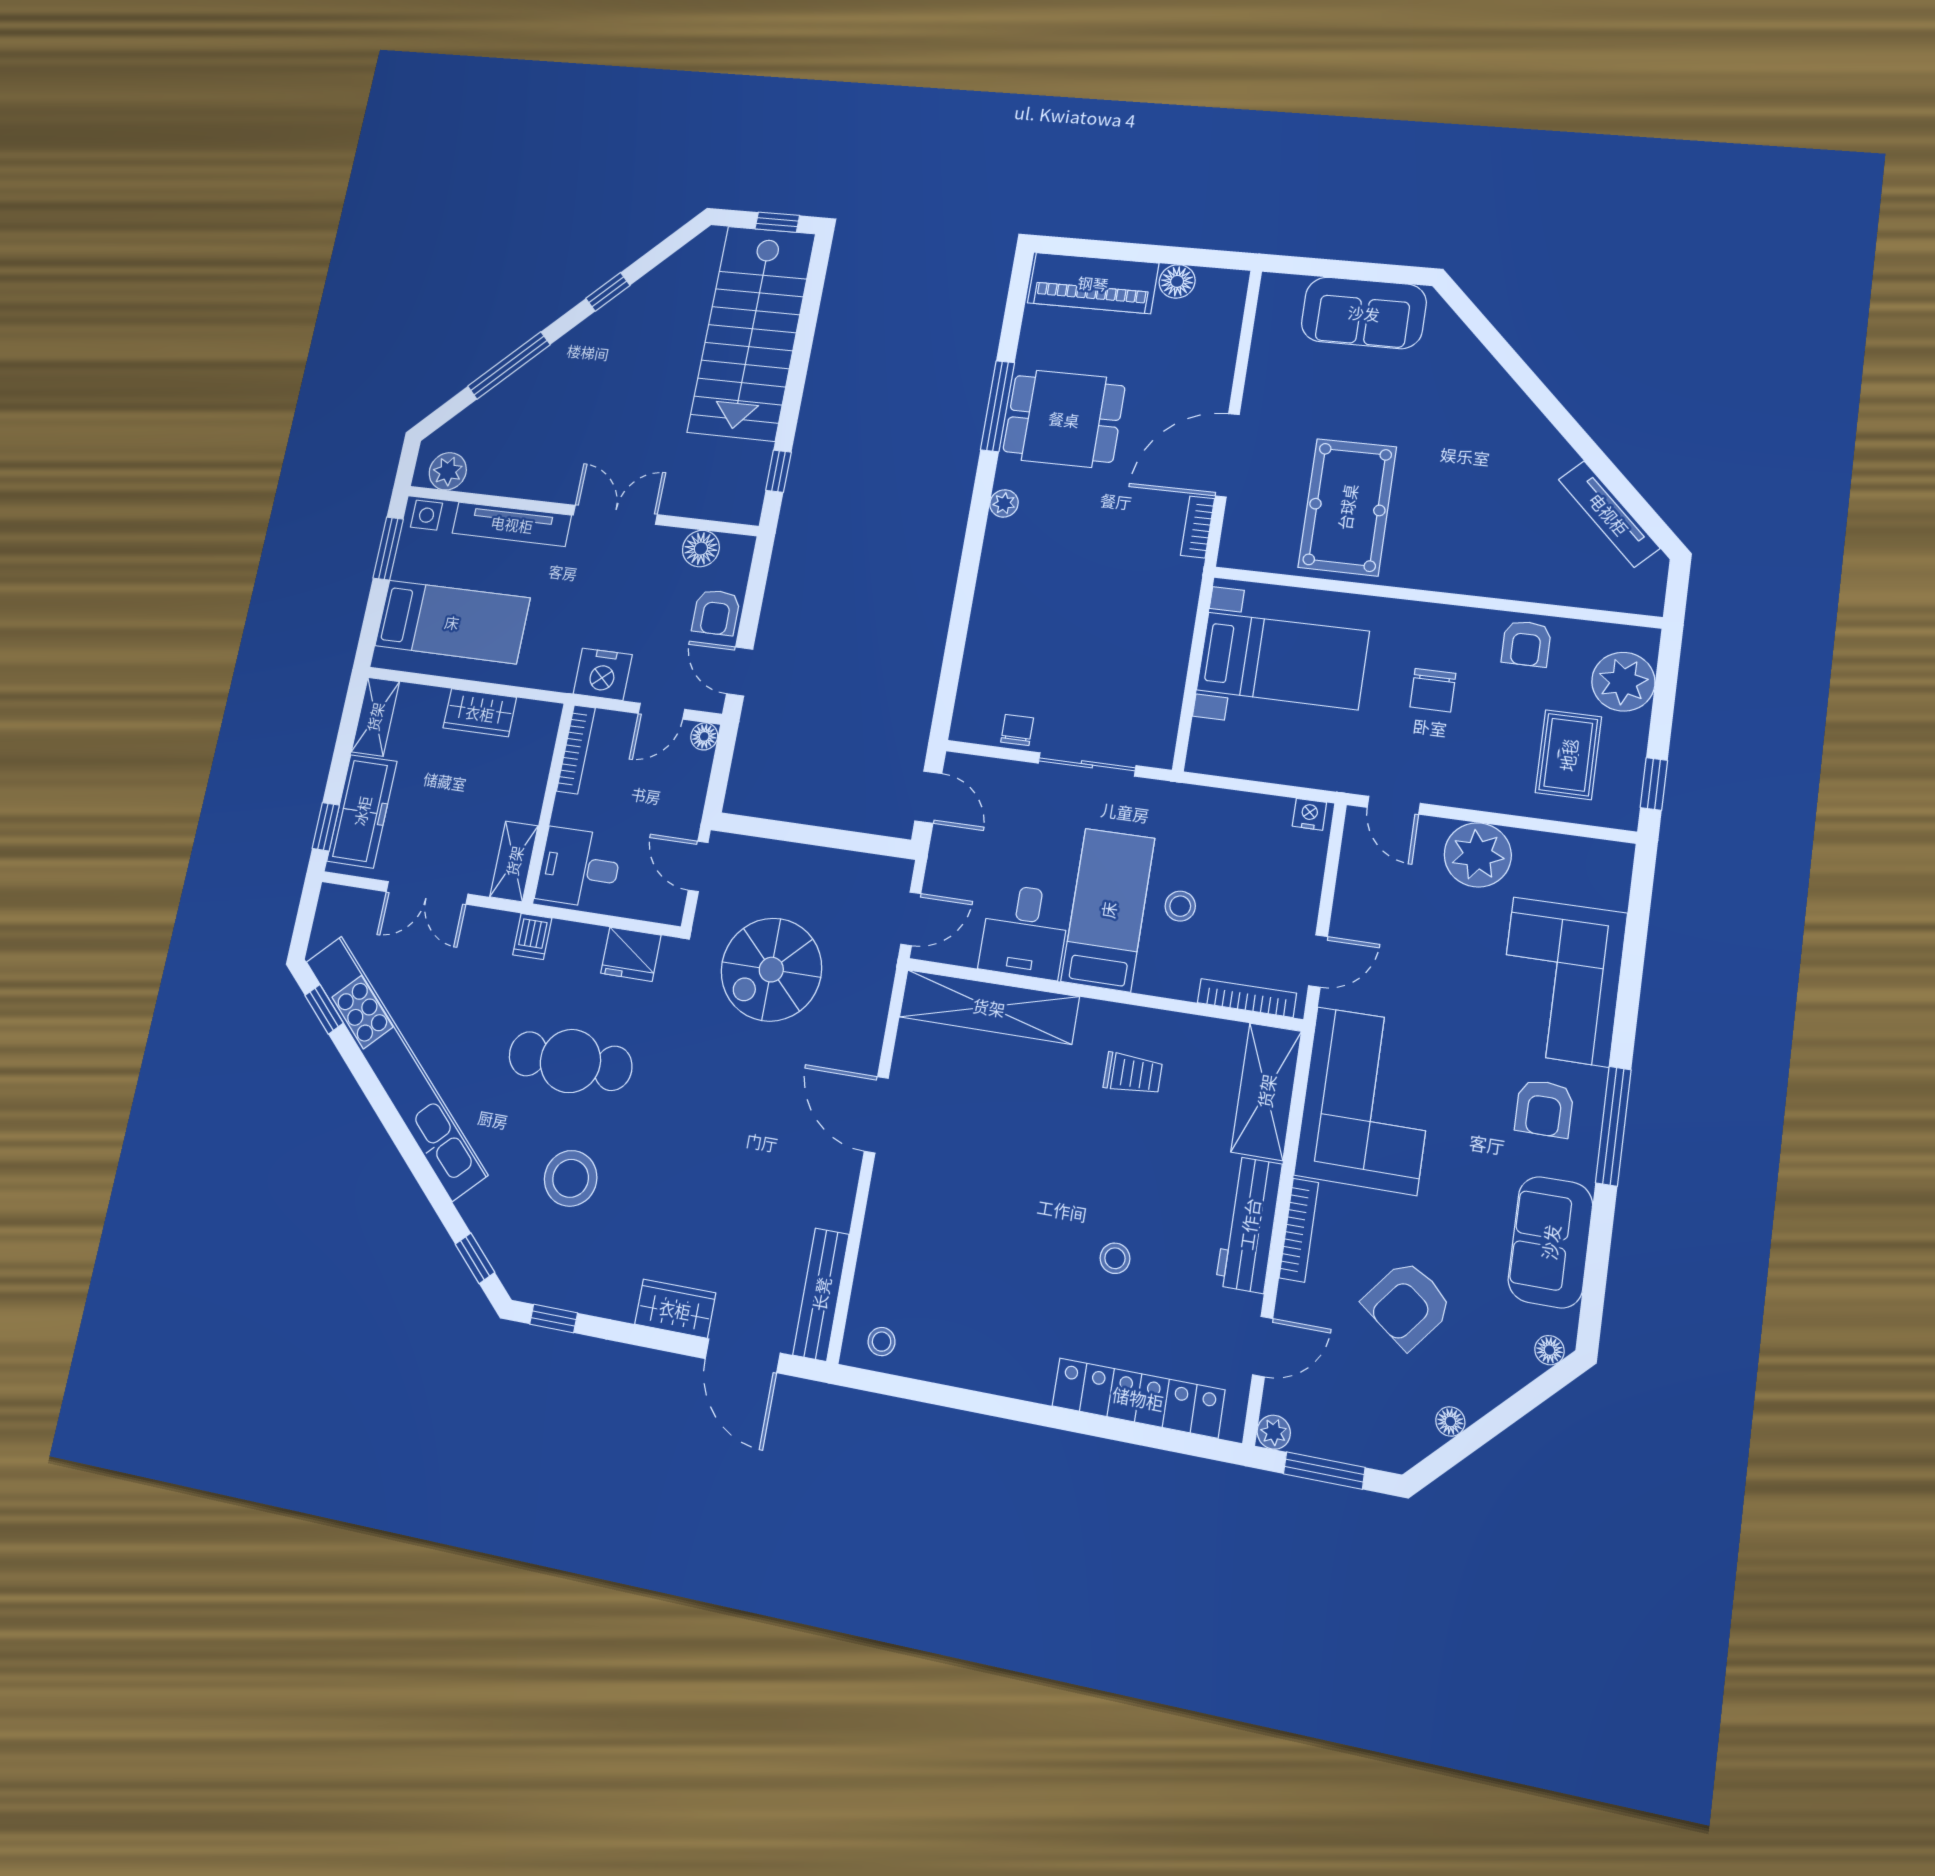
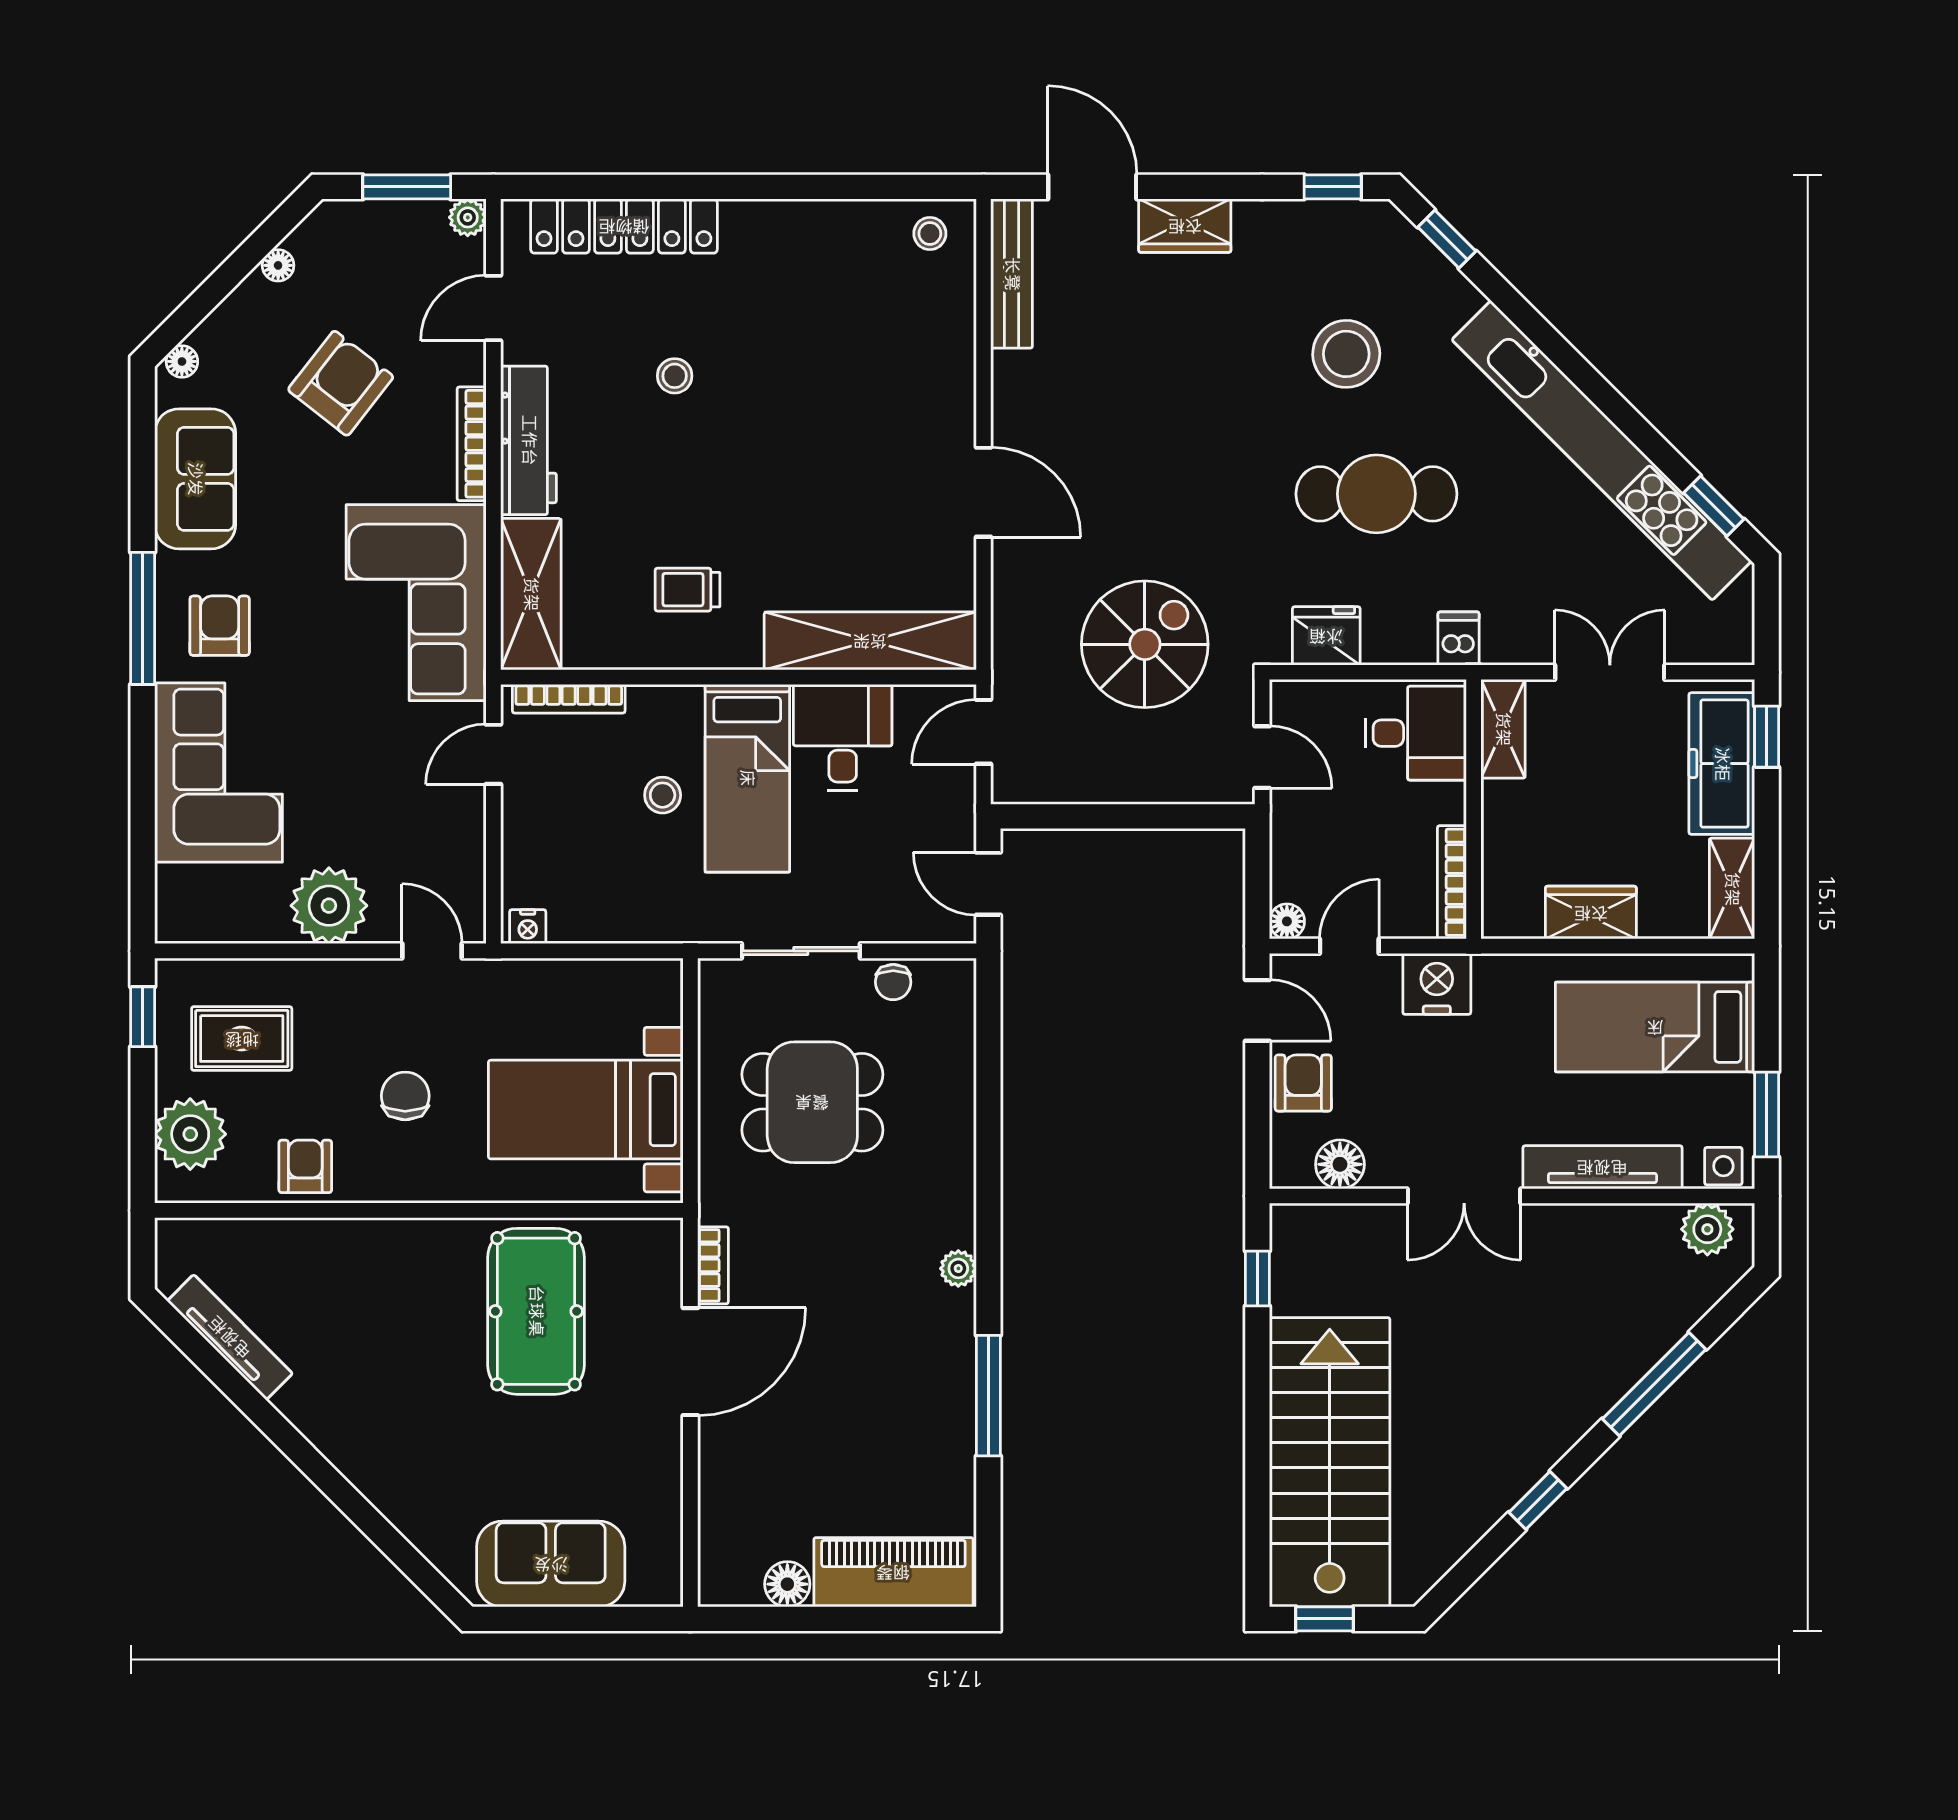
dining table: (1064, 419) -> (812, 1102), moved
rug: (1568, 755) -> (242, 1039), turned 90

